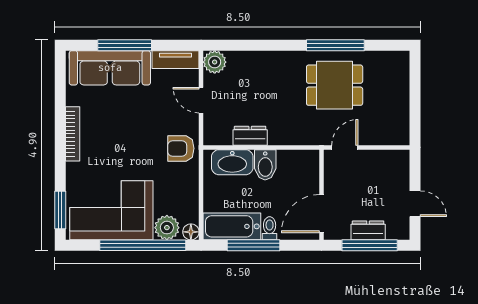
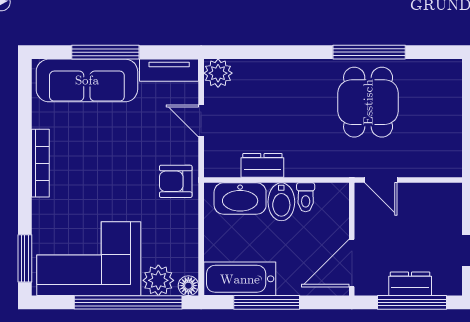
dining table: (335, 85) -> (368, 102), turned 90
door: (345, 147) -> (381, 180), swing flipped
toilet: (270, 228) -> (306, 197), moved, turned 180

